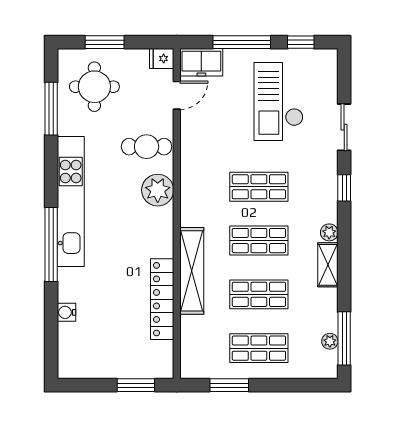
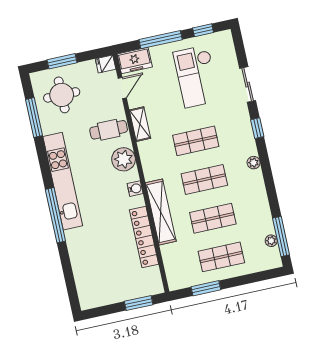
shelving: (328, 265) -> (140, 124), moved
water cooler: (66, 312) -> (135, 189), moved, turned 180

